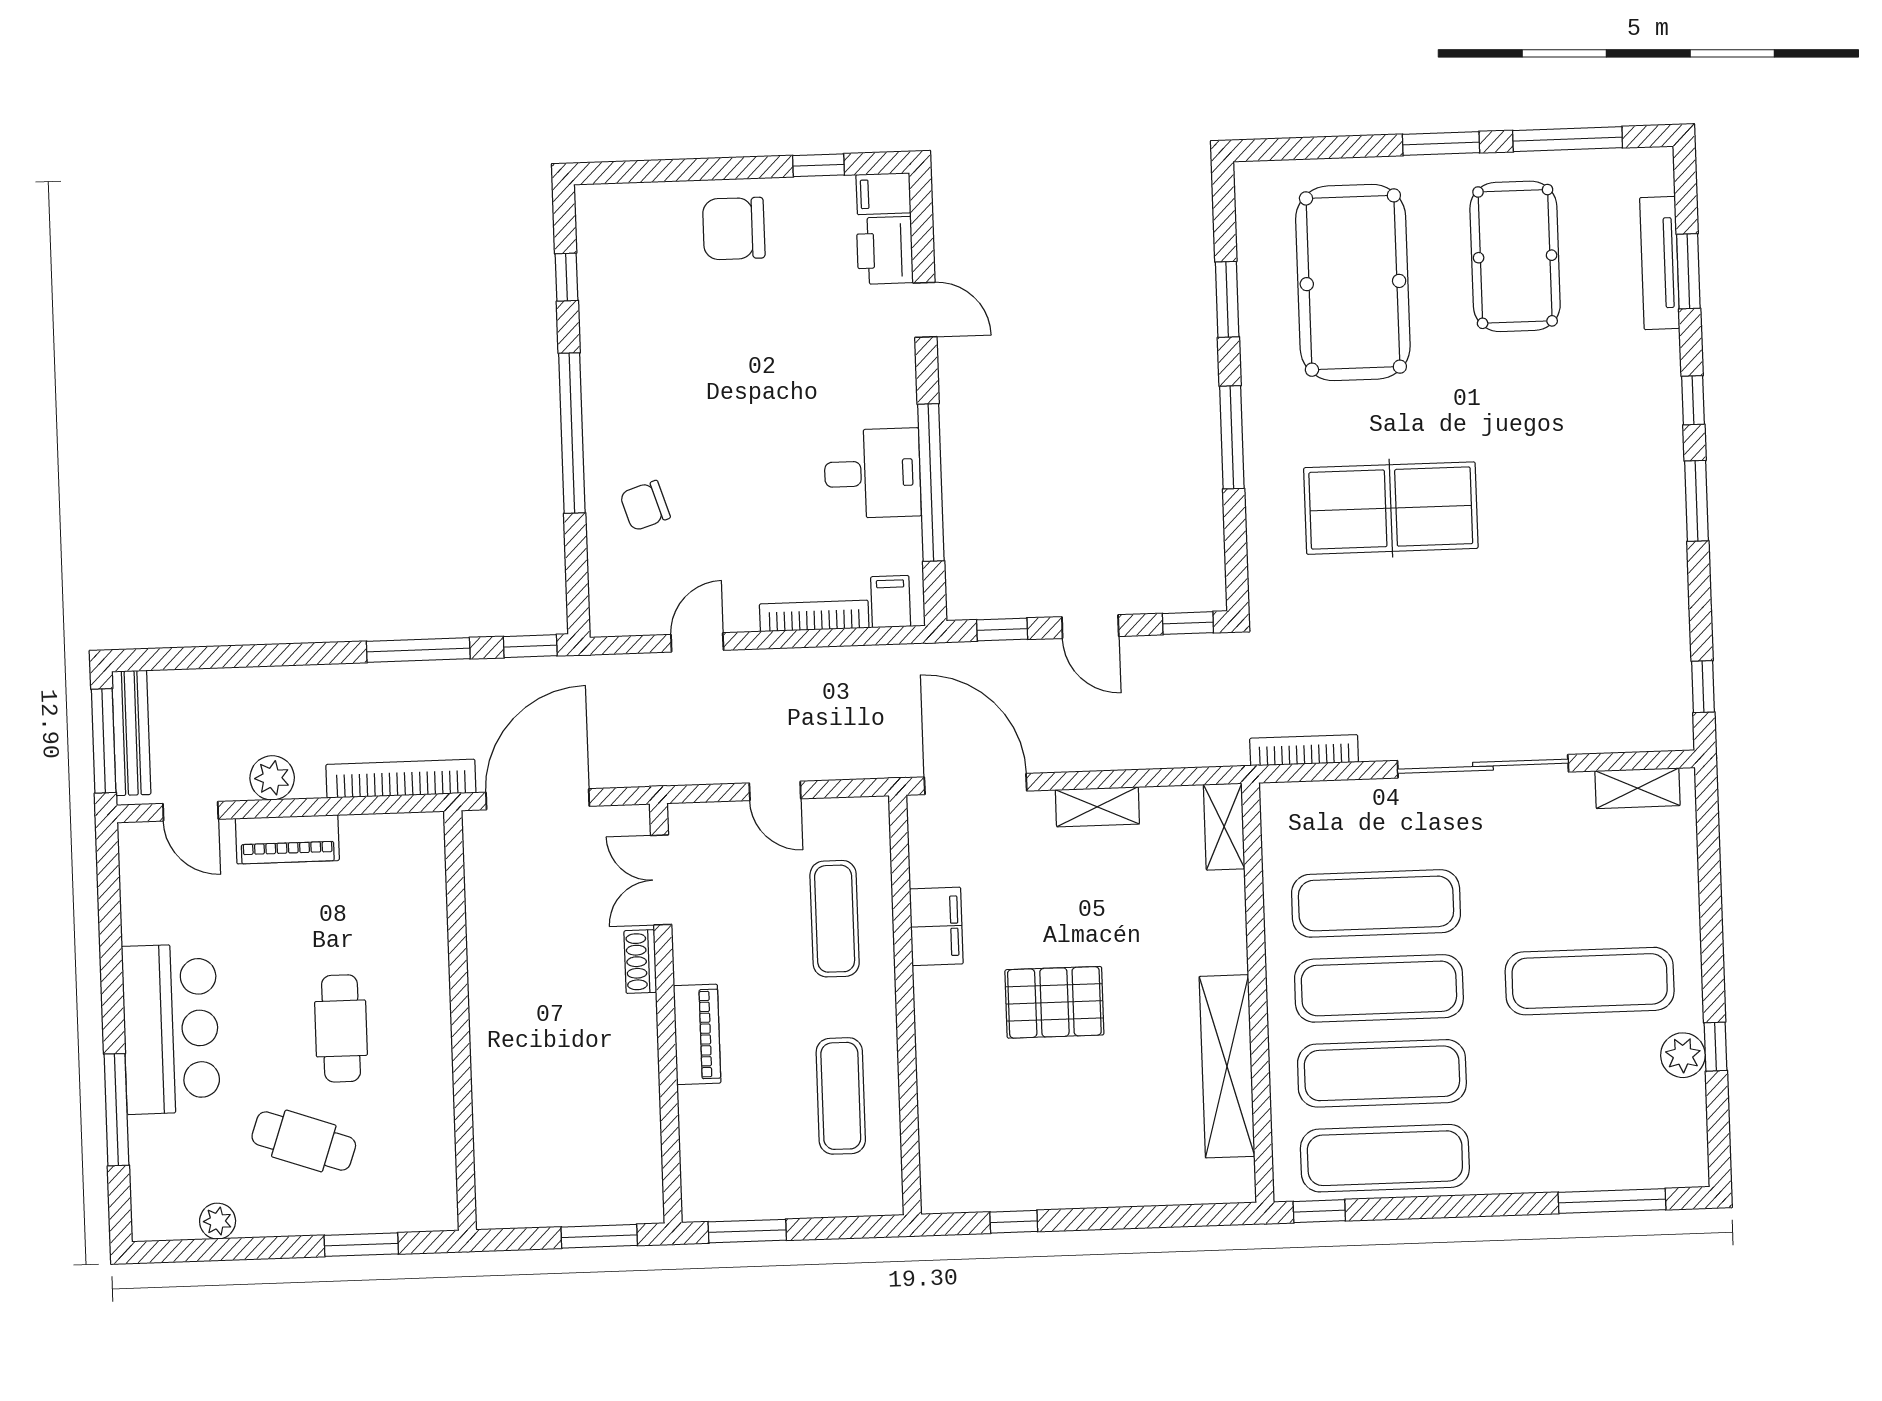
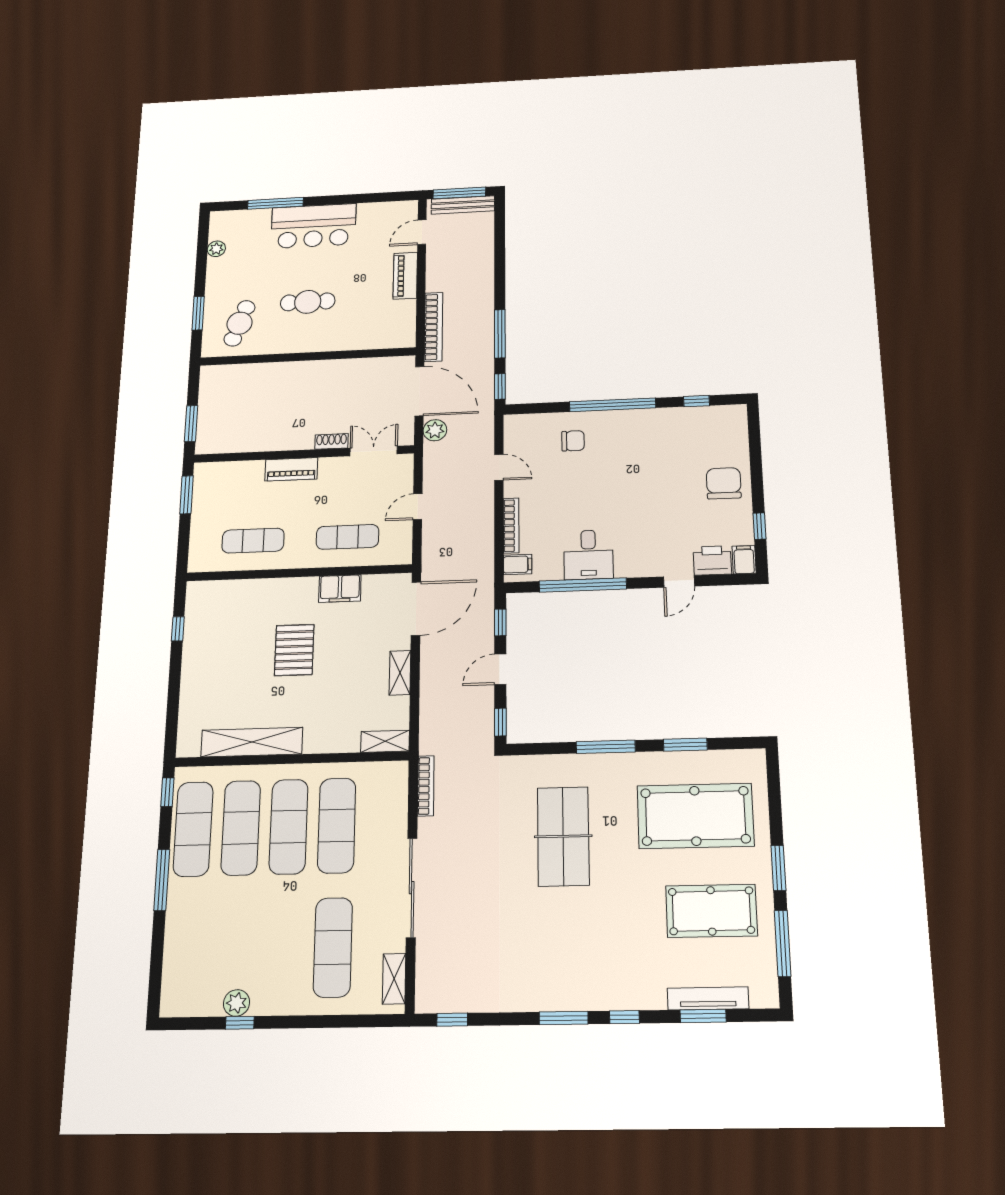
chair: (645, 506) -> (573, 441), turned 108
plant: (272, 778) -> (435, 430), moved
exercise mat: (1590, 981) -> (333, 947), moved
cafe table: (304, 1141) -> (240, 323), moved
window: (1612, 1201) -> (162, 880), moved

